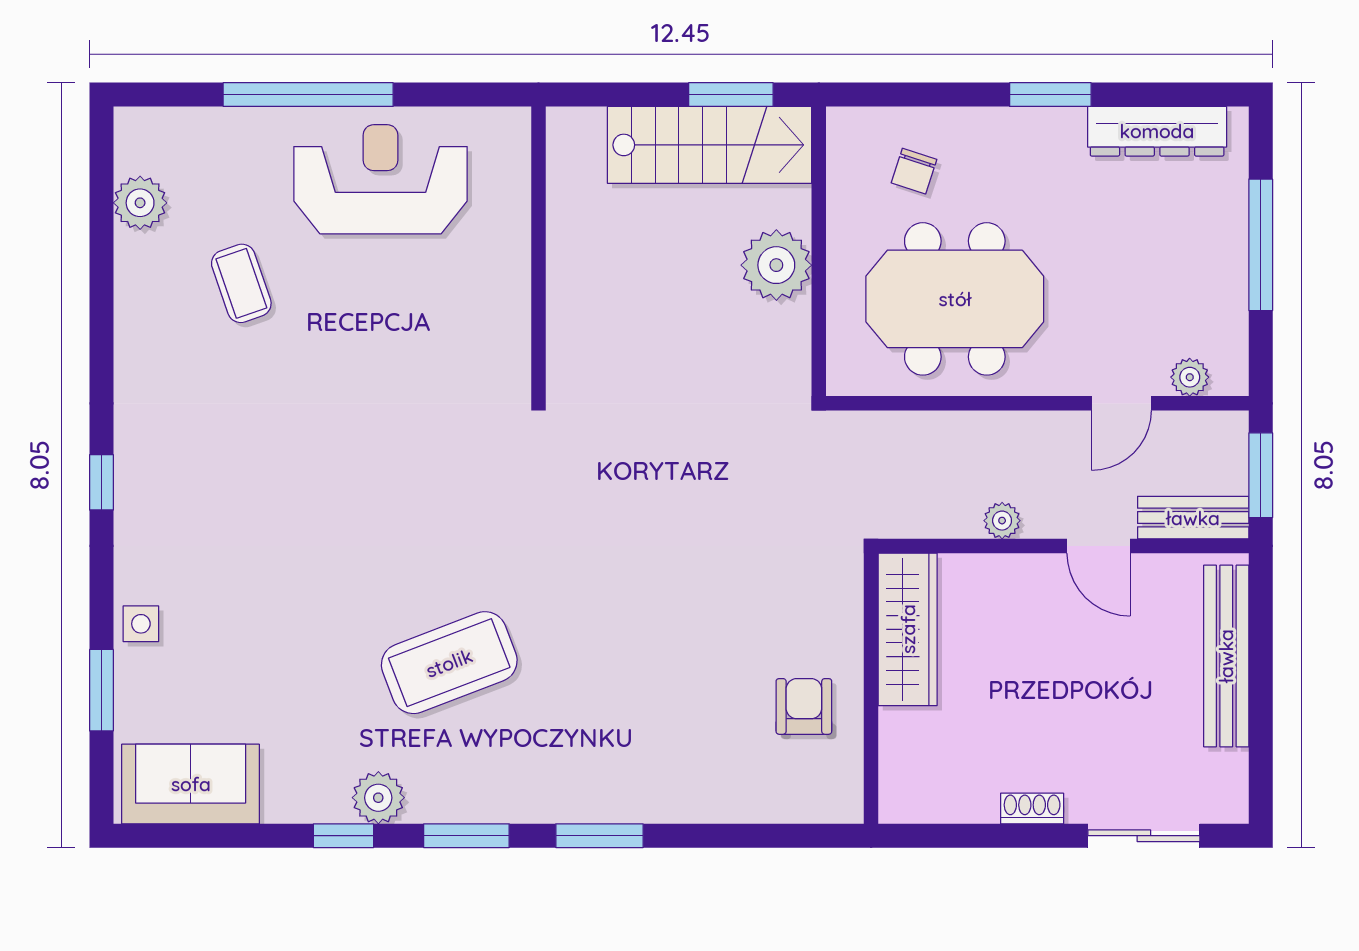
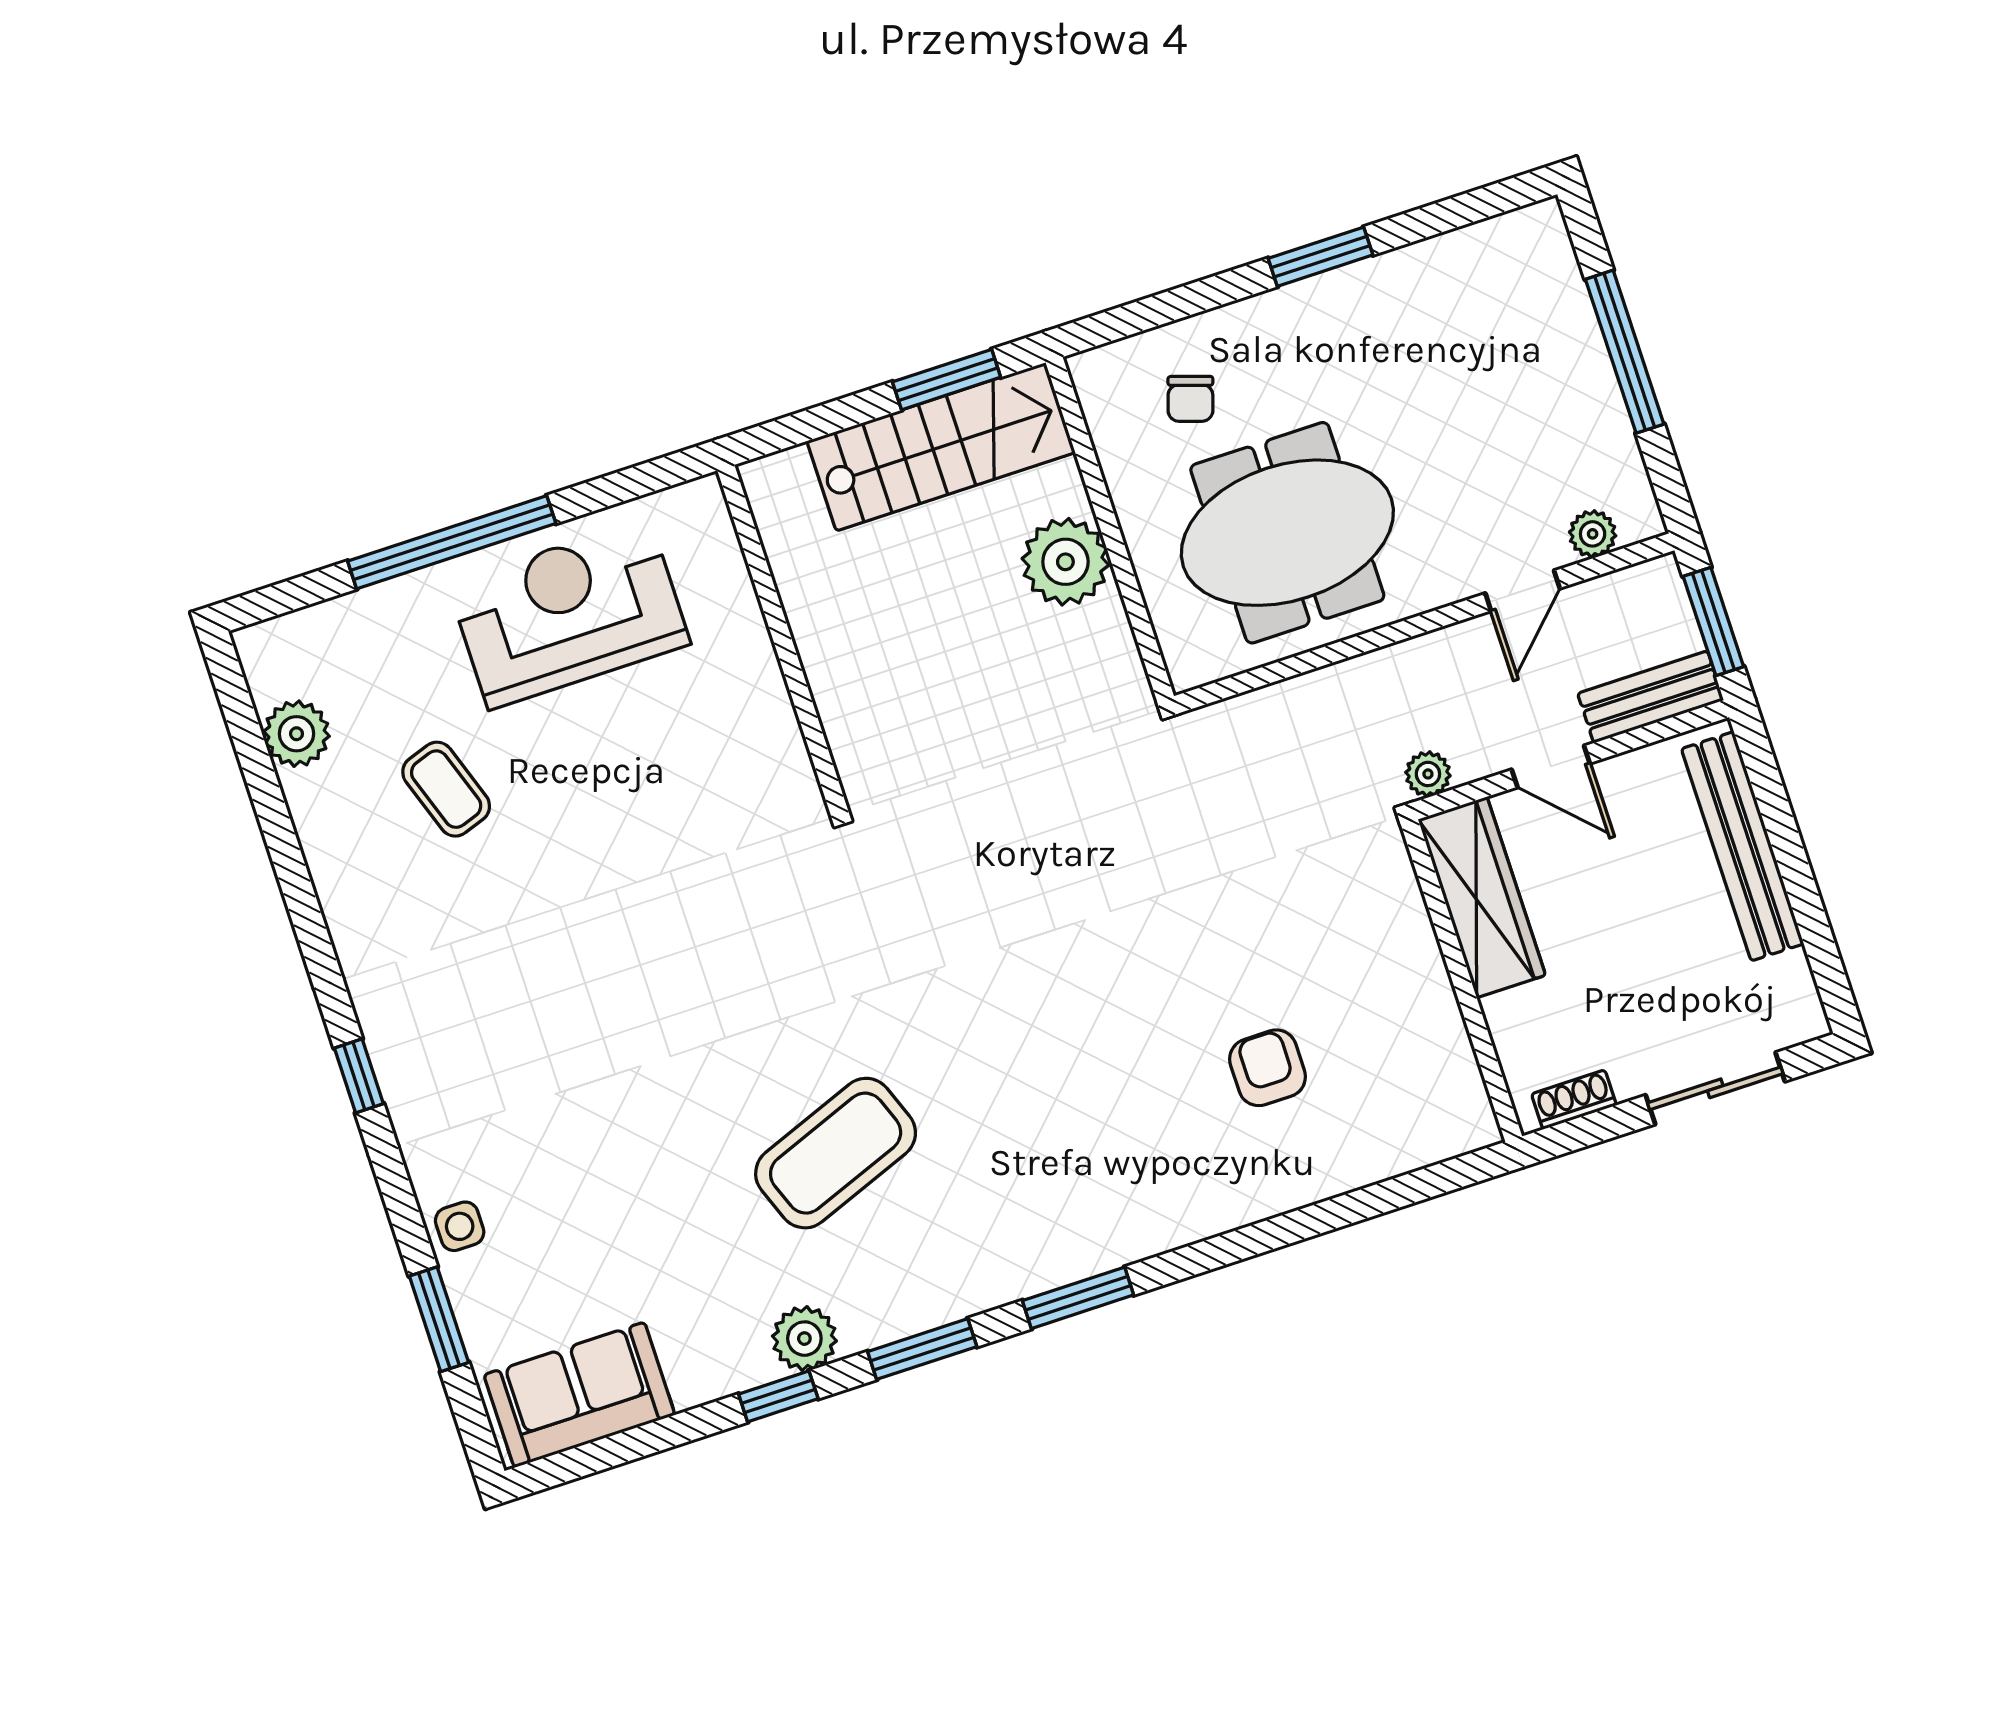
dresser: (1157, 131) -> (1460, 258), removed
wardrobe: (908, 629) -> (1482, 897), moved
wall: (871, 688) -> (1462, 981), moved

